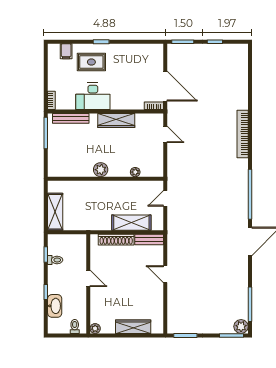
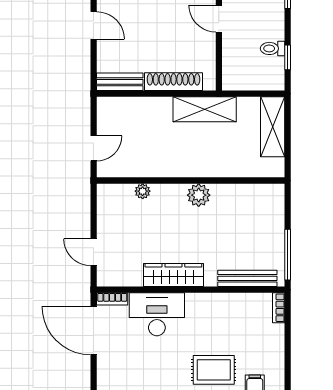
desk: (93, 96) -> (157, 314), moved
shelving: (131, 223) -> (205, 109), moved

